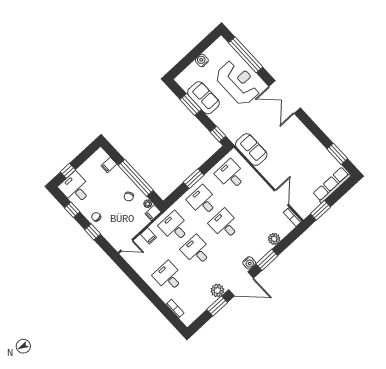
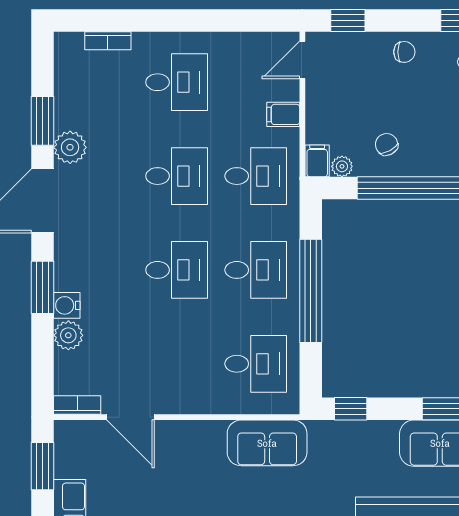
window: (194, 179) -> (311, 291), width x2.11
window: (93, 232) -> (348, 20), moved
water cooler: (249, 263) -> (67, 305), moved

